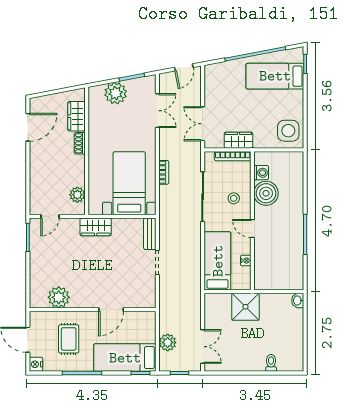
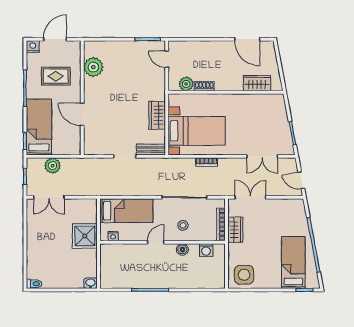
plant: (116, 93) -> (278, 119), removed
shoe rack: (80, 143) -> (204, 86), moved
boiler: (266, 193) -> (182, 249), width x0.54, depth x0.54
wardrobe: (96, 227) -> (157, 115), moved
nightstand: (246, 260) -> (113, 236), moved
toilet: (271, 363) -> (34, 284), moved

